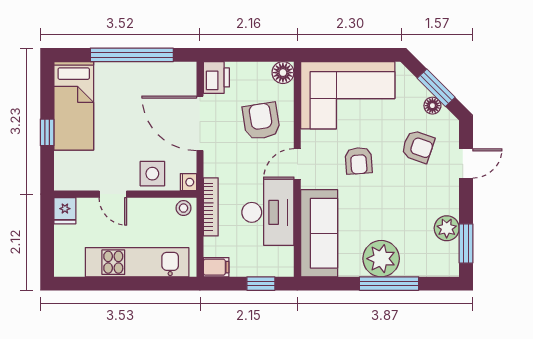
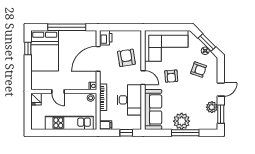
floor lamp: (283, 73) -> (136, 36), removed
bed: (74, 106) -> (45, 51), width x1.50
door: (200, 123) -> (98, 59), hinge flipped
window: (47, 132) -> (28, 49), moved
door: (466, 163) -> (221, 90), moved
door: (297, 164) -> (143, 78), swing flipped
side table: (152, 174) -> (76, 82), removed

